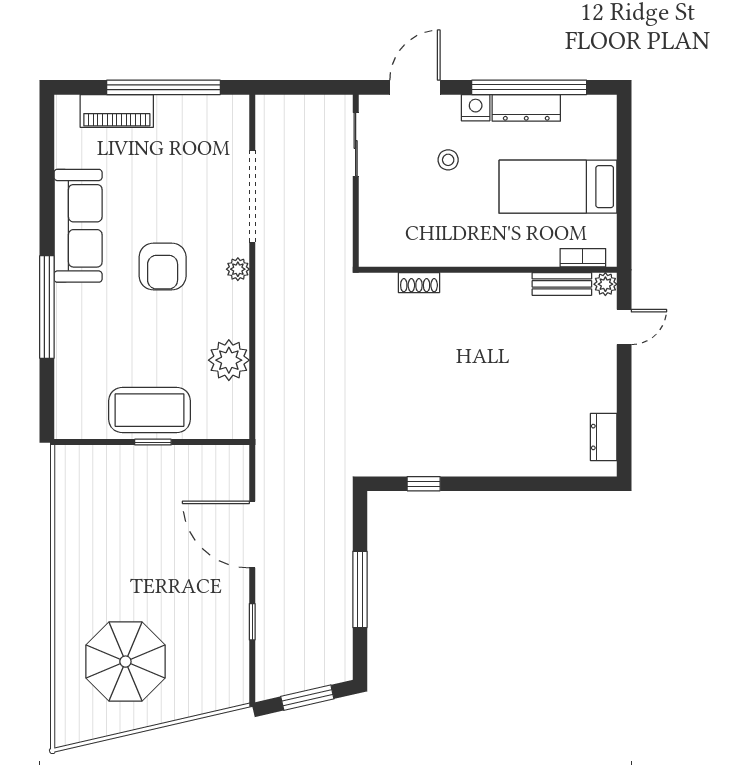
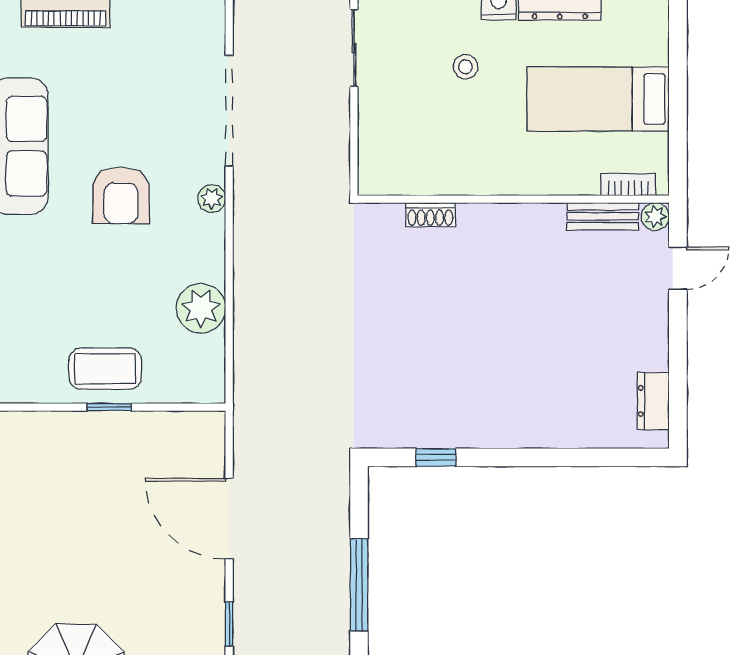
coffee table: (150, 410) -> (105, 369), width x0.73, depth x0.76

